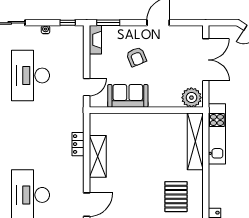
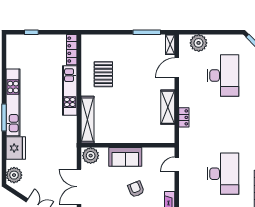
sofa: (128, 96) -> (125, 157), moved
kitchen unit: (217, 134) -> (70, 91), moved

